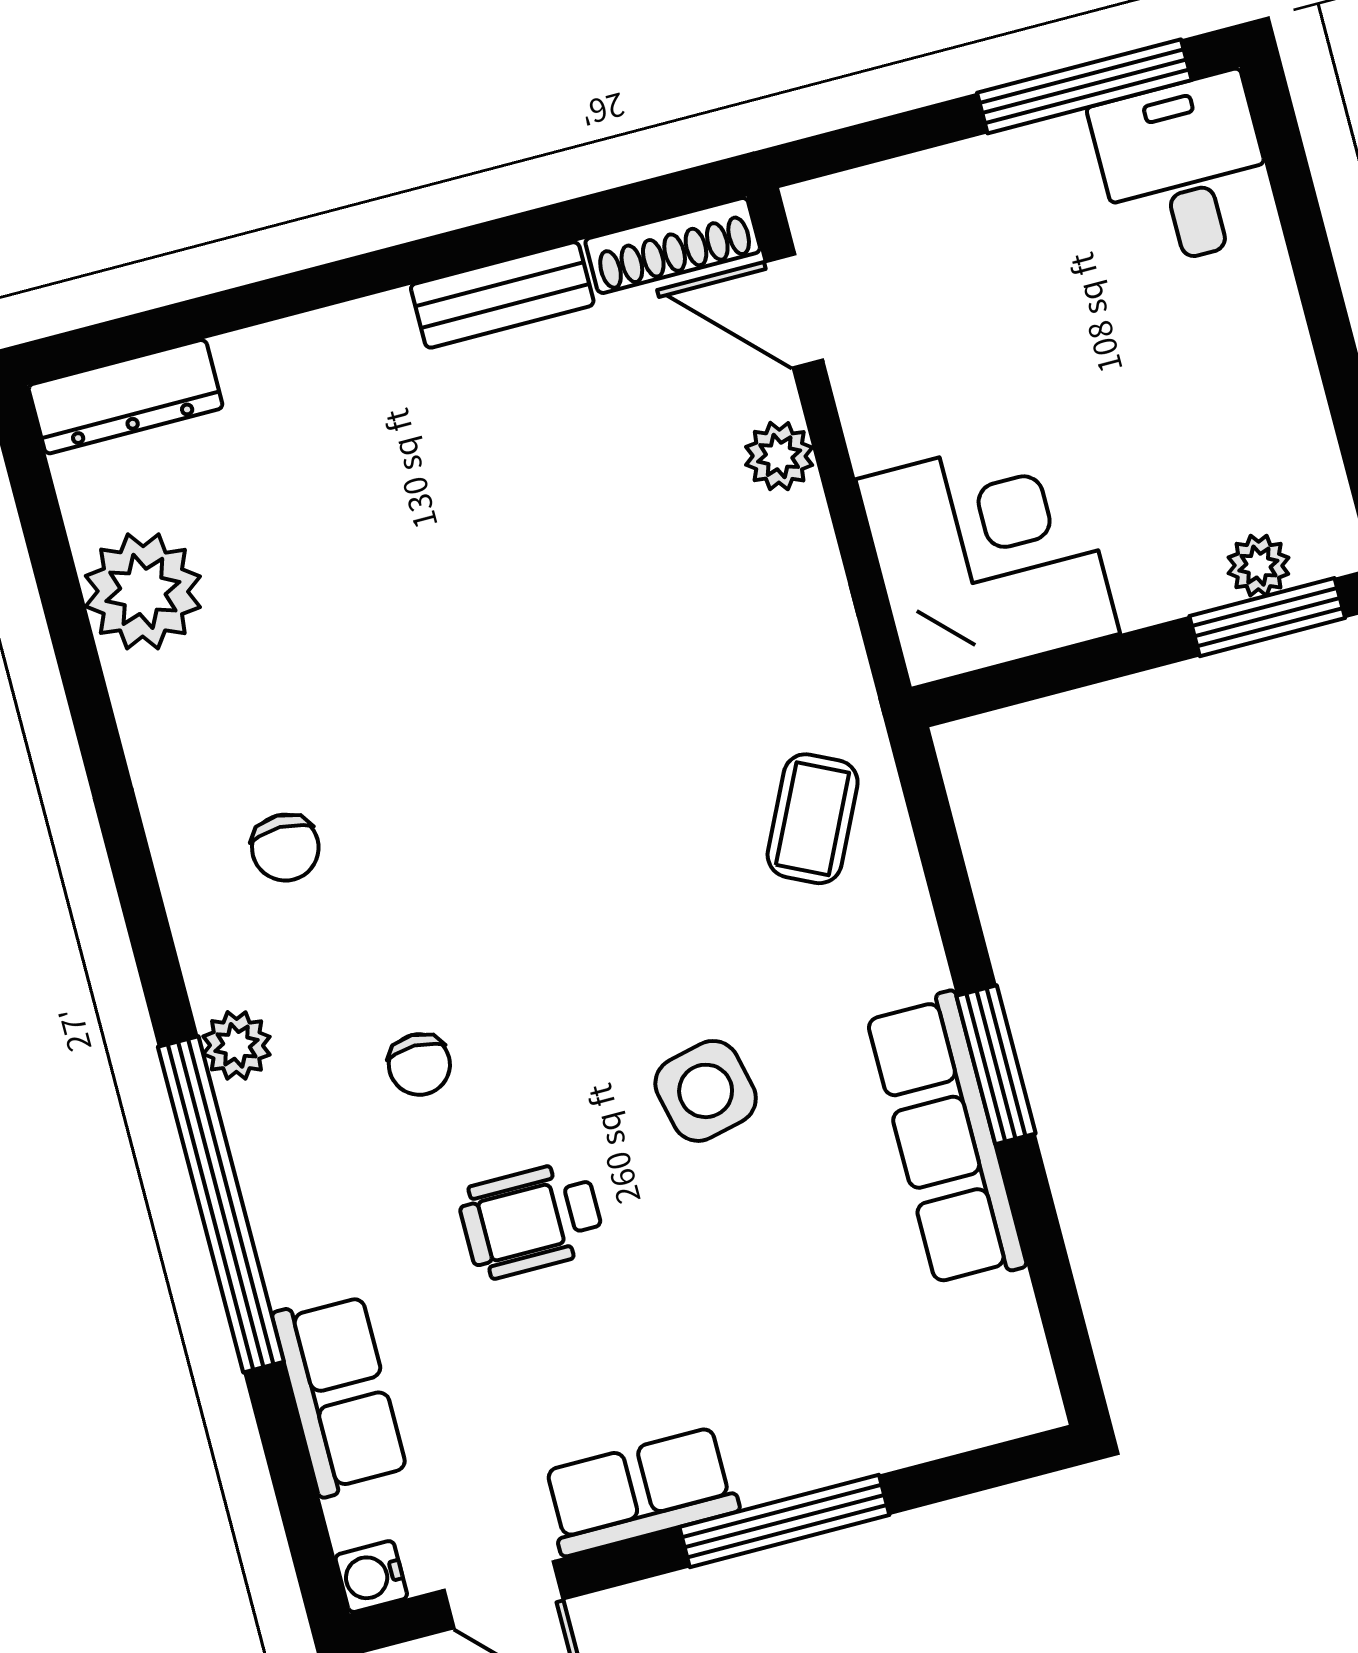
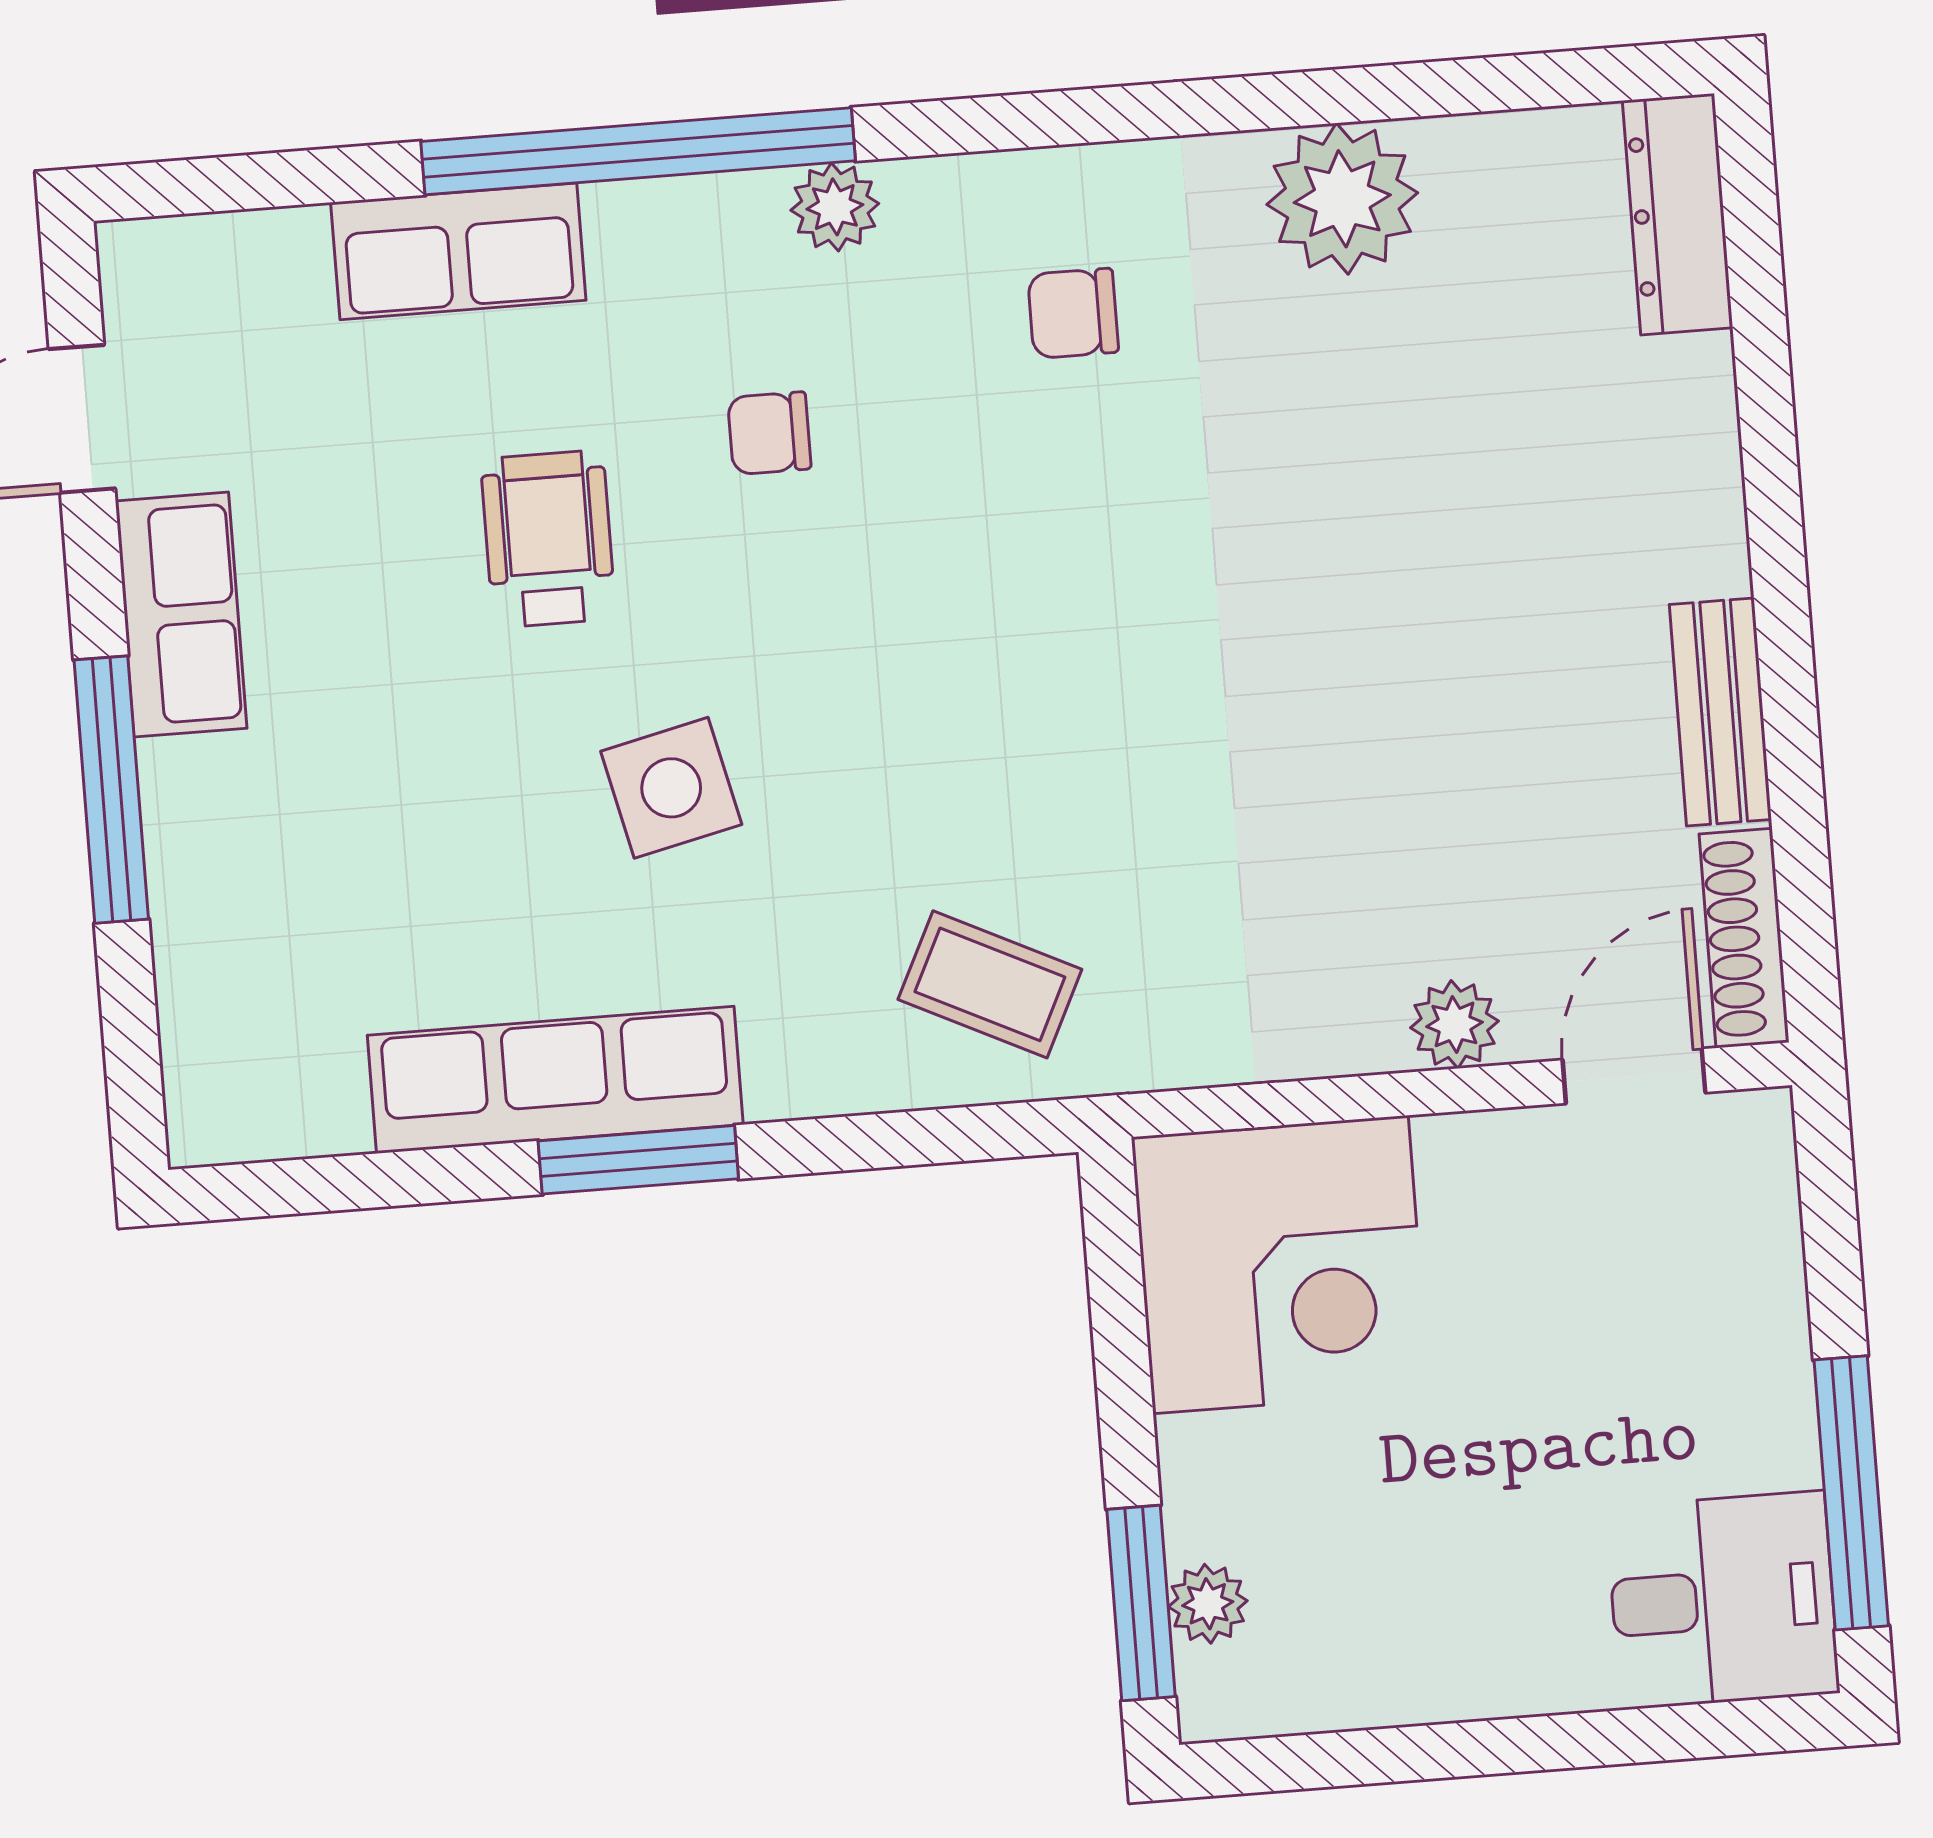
plant: (143, 591) -> (1342, 199), moved
row of seats: (340, 1394) -> (458, 251), moved
water cooler: (371, 1577) -> (135, 256), removed

